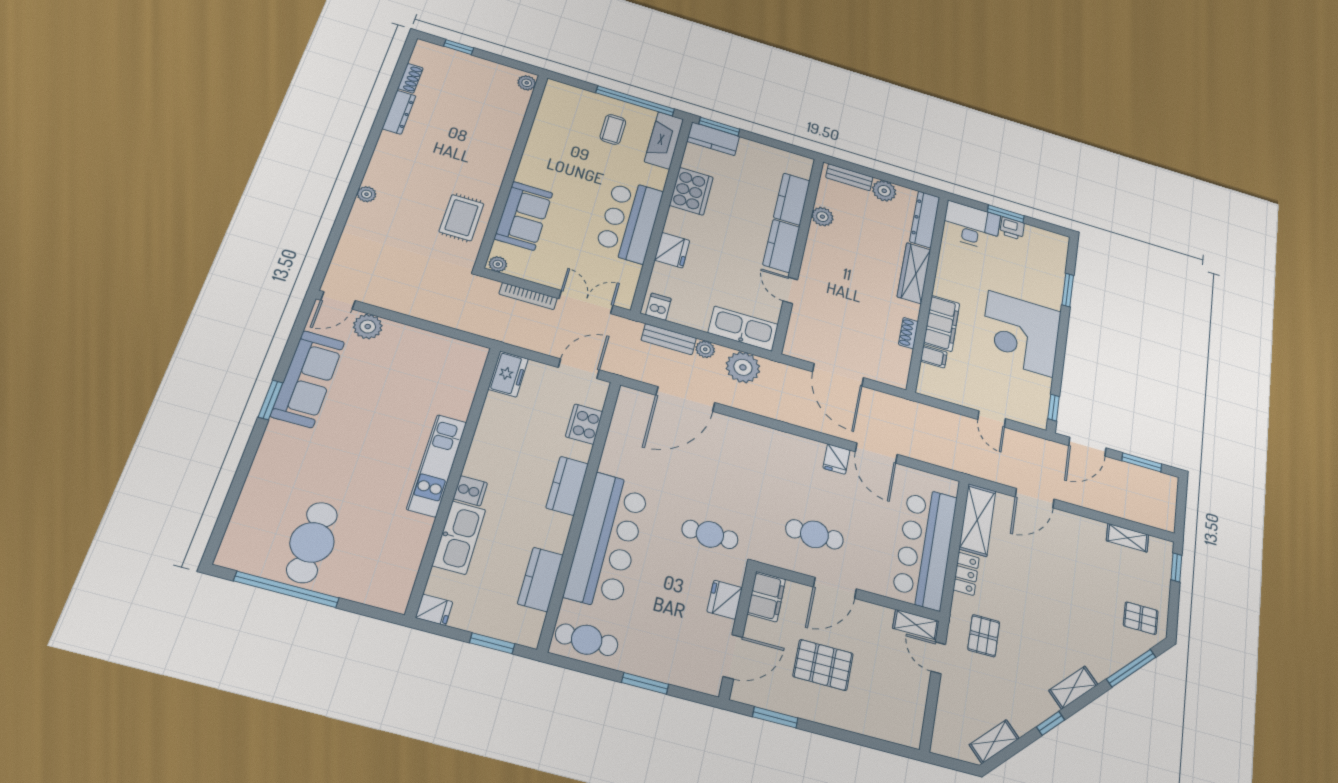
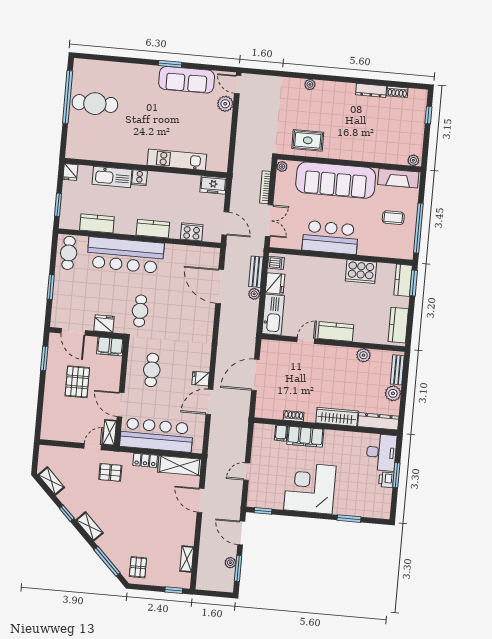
fireplace: (664, 140) -> (398, 178), moved, turned 180
kitchen counter: (792, 199) -> (398, 325), moved, turned -90
sofa: (524, 216) -> (336, 180), width x1.85, depth x1.27
fridge: (672, 250) -> (275, 283), moved, turned -90
plant: (743, 367) -> (230, 563), moved, width x0.53, depth x0.53
kitchen unit: (437, 465) -> (177, 160), moved
door: (835, 588) -> (121, 405), moved

